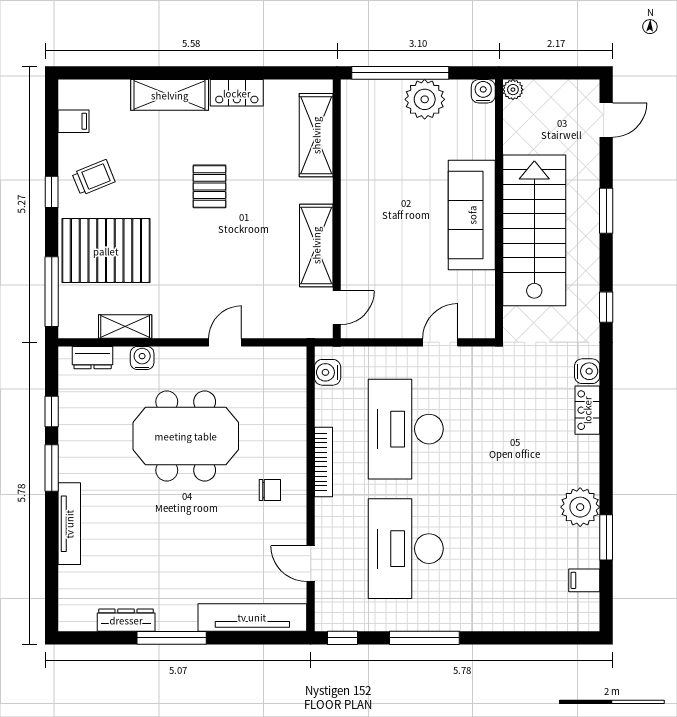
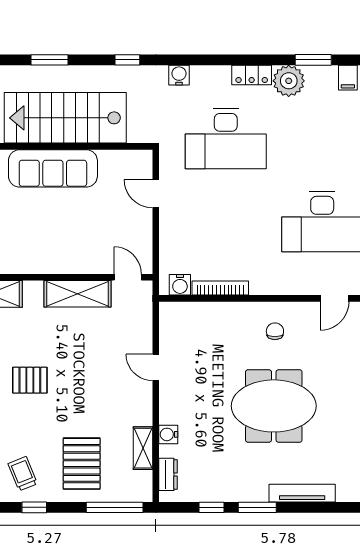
pallet: (106, 251) -> (82, 464), width x0.73, depth x0.71
locker: (587, 410) -> (252, 75), moved
desk: (406, 429) -> (226, 139), moved
meeting table: (186, 436) -> (274, 406), moved, turned 90
bookcase: (323, 462) -> (220, 288), moved

